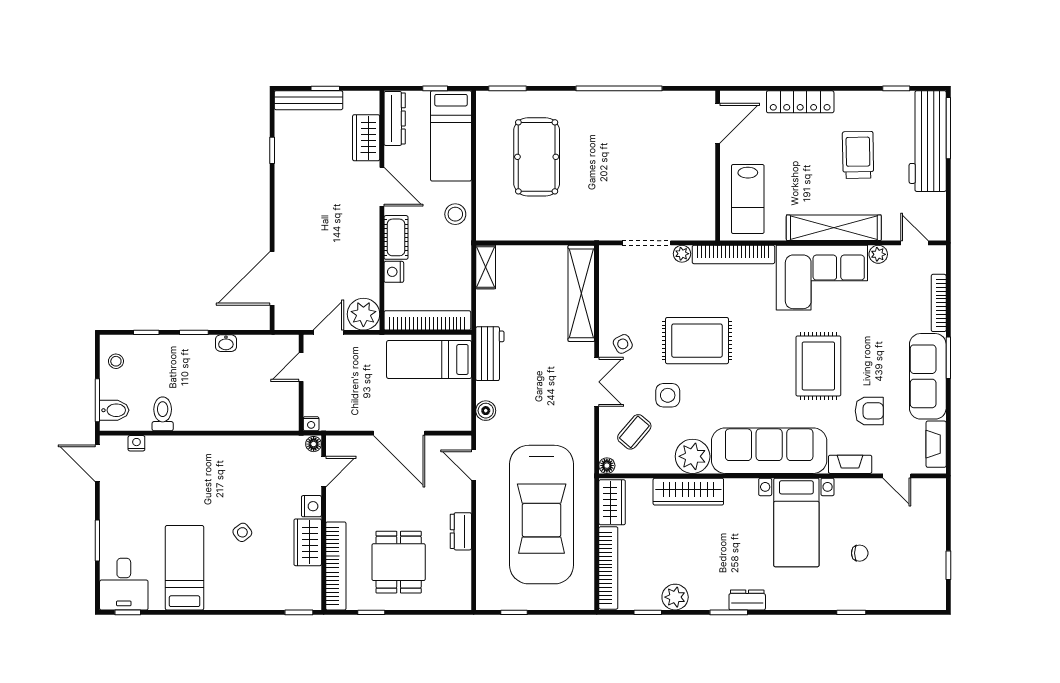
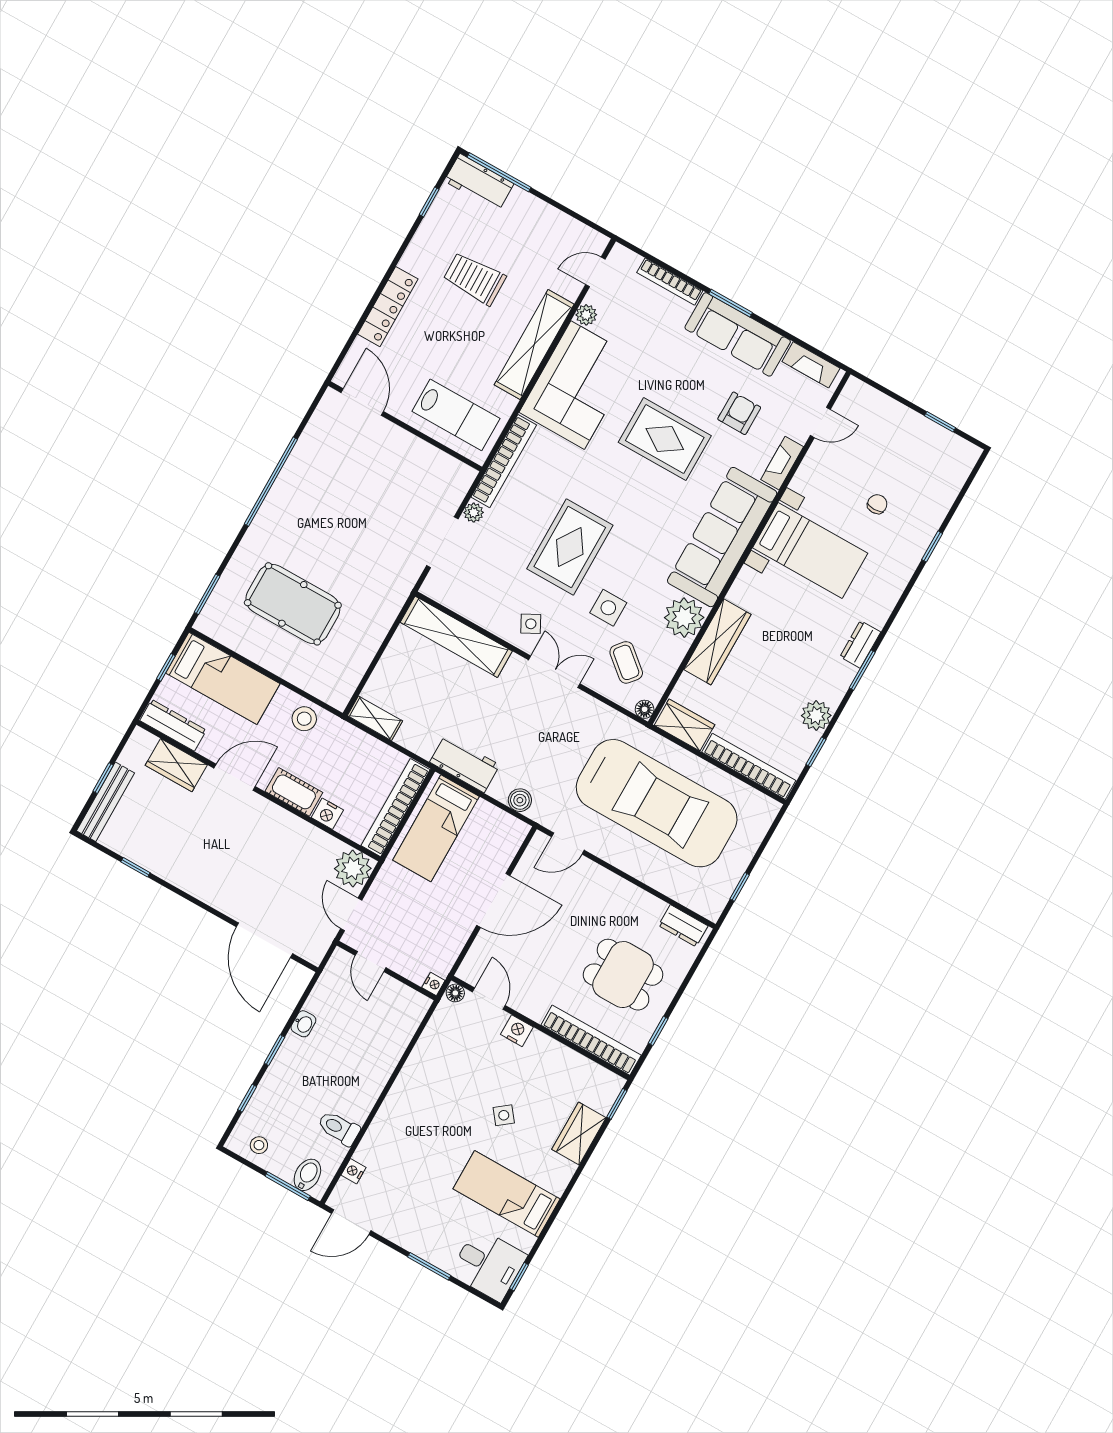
workbench: (928, 141) -> (479, 182), width x0.53, depth x0.76
dresser: (461, 531) -> (683, 926), moved
wardrobe: (308, 542) -> (579, 1134), moved, turned 90

